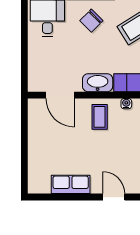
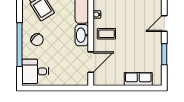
row of seats: (71, 184) -> (138, 79), moved, turned 90
window: (71, 197) -> (164, 54), added

